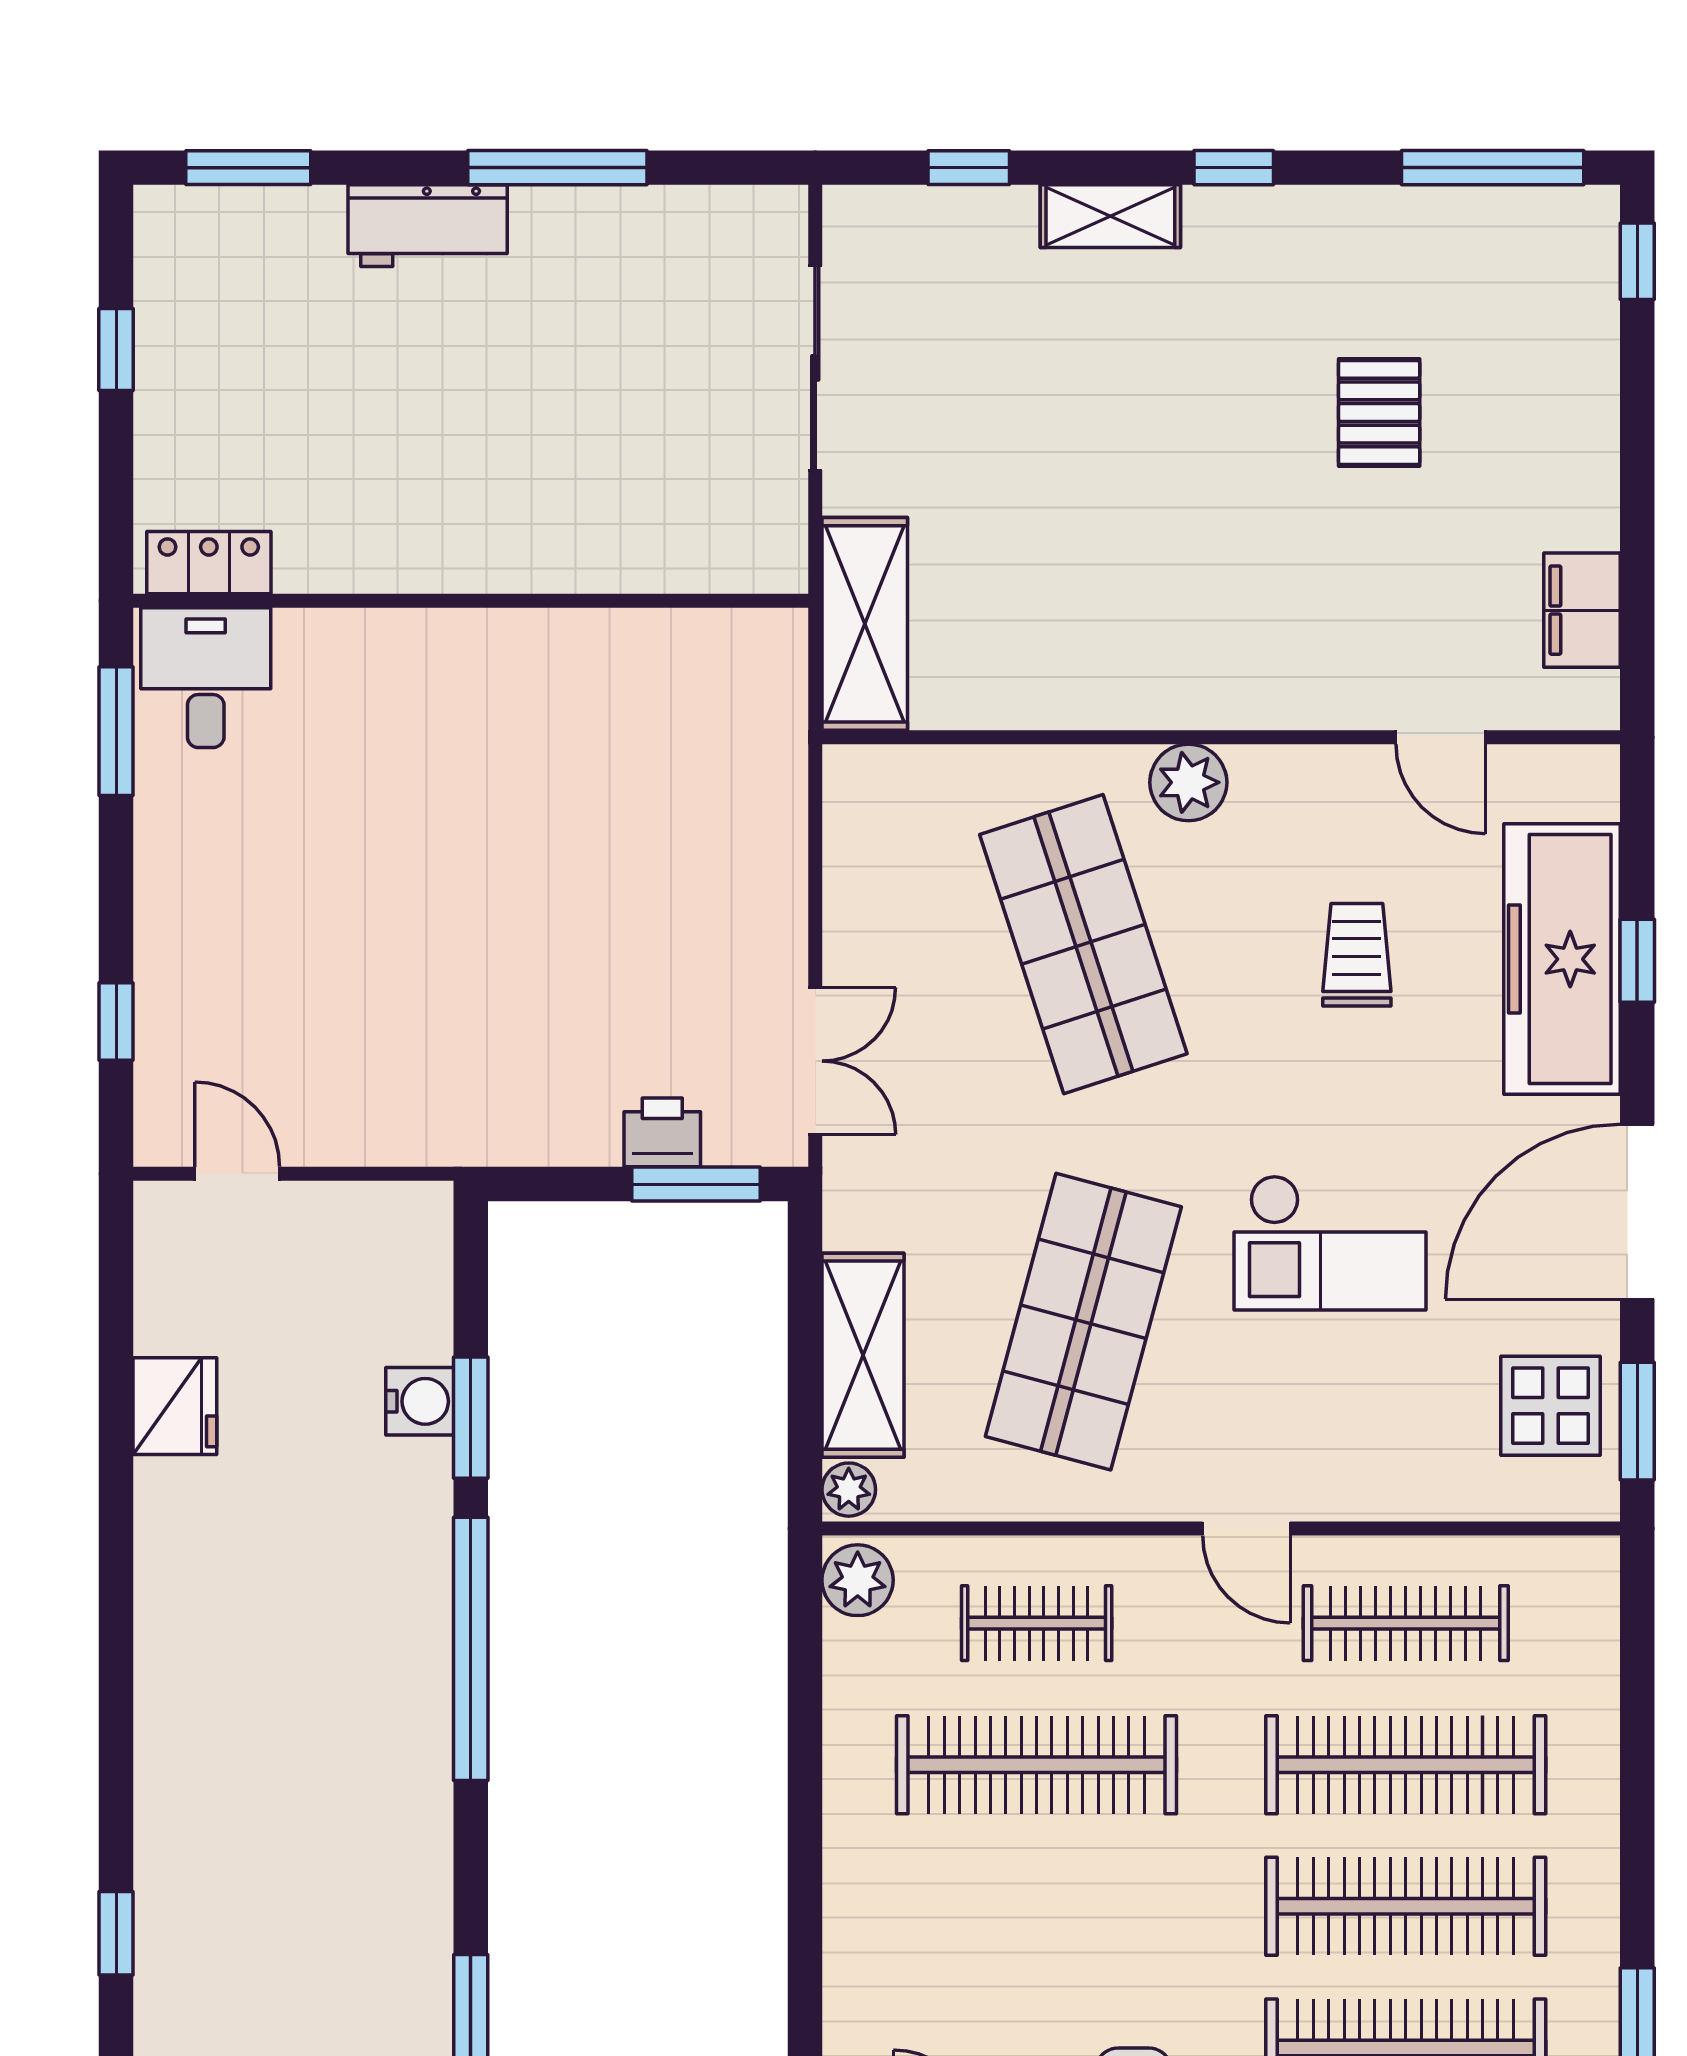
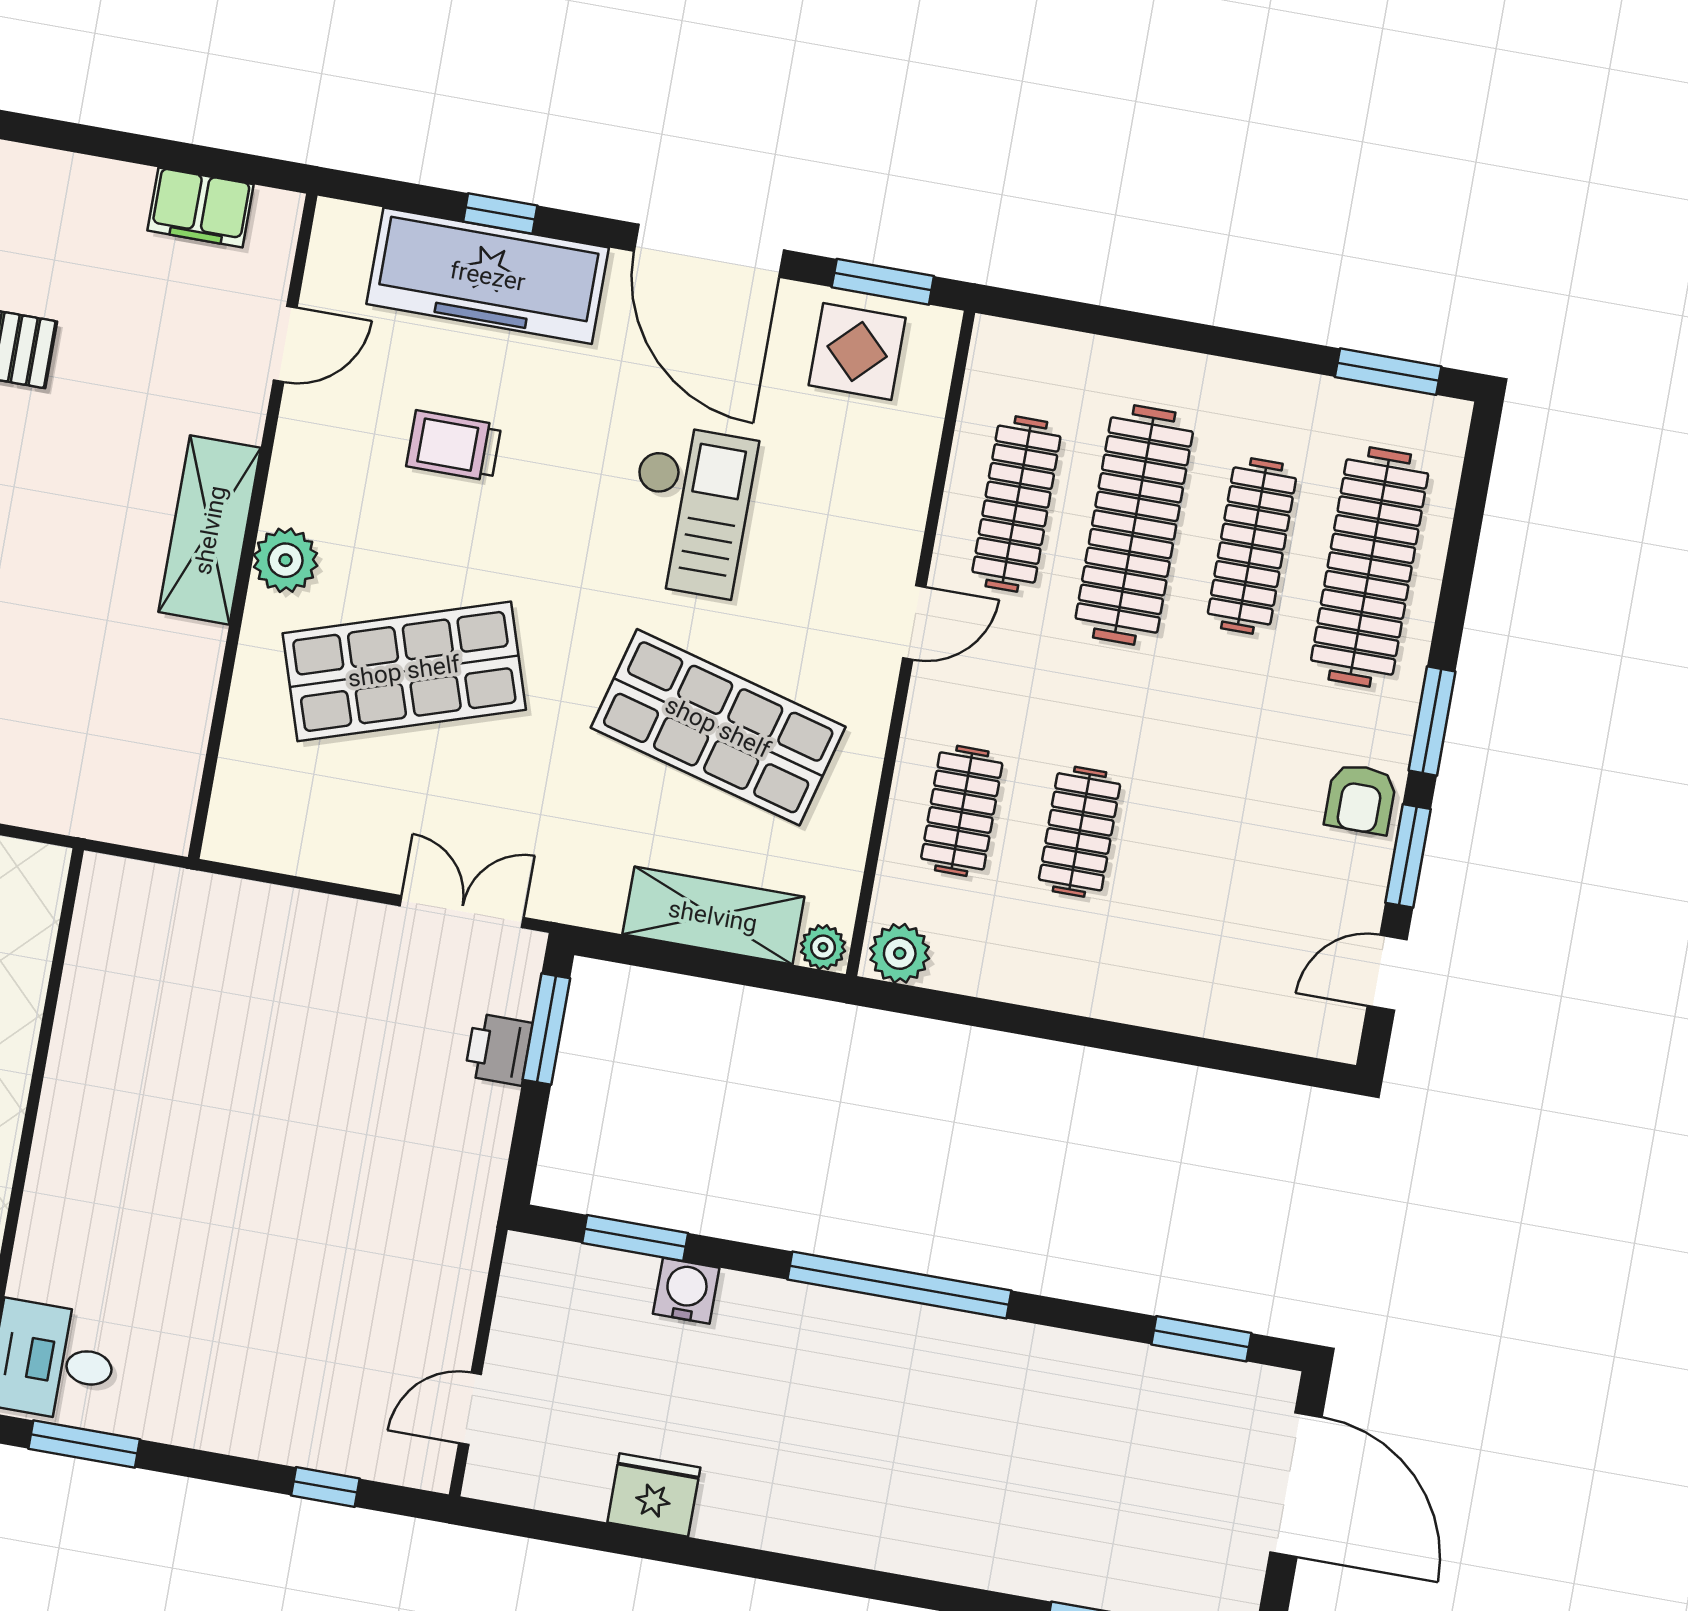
shelving: (865, 624) -> (210, 530), moved, turned 90
window: (471, 1418) -> (635, 1238), moved
clothes rail: (1037, 1765) -> (1079, 832), width x0.54, depth x0.76
clothes rail: (1406, 1906) -> (1252, 546), width x0.73, depth x0.76

